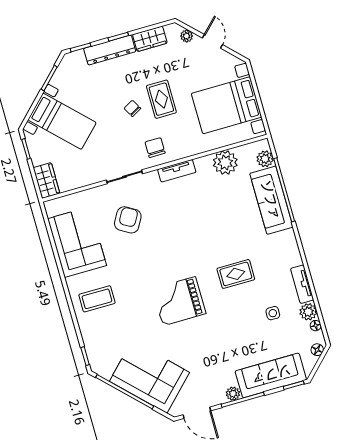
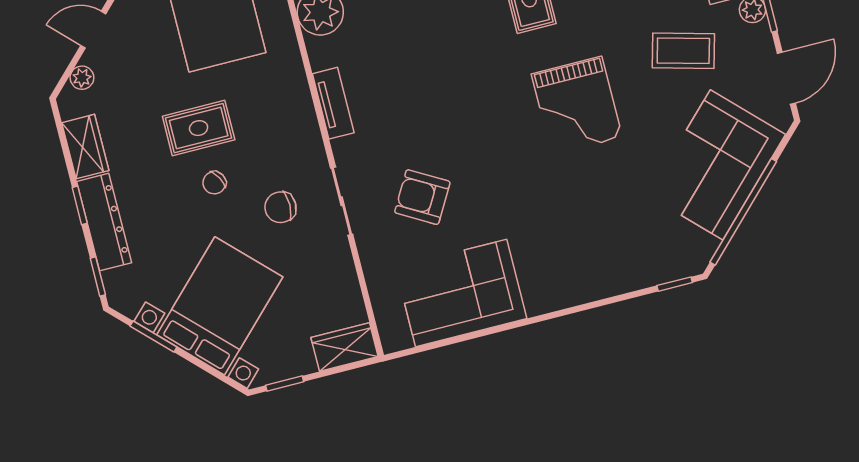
bed with nightstands: (62, 121) -> (220, 306), width x1.36
chair: (155, 148) -> (281, 207), moved
coffee table: (97, 299) -> (683, 51), moved, turned -75

